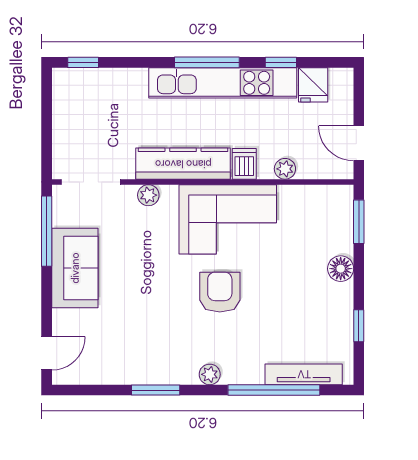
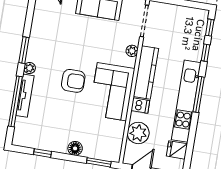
window: (281, 62) -> (206, 53), moved
plant: (285, 169) -> (138, 133), width x1.88, depth x1.88
tv unit: (304, 374) -> (25, 96), moved
window: (156, 390) -> (24, 50), moved

